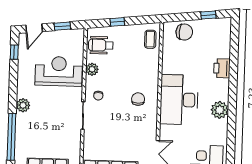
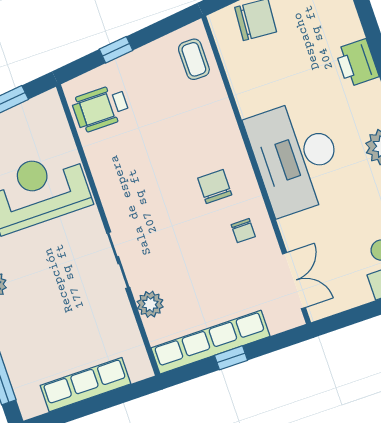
plant: (92, 69) -> (150, 304), moved
chair: (98, 96) -> (243, 231), moved

